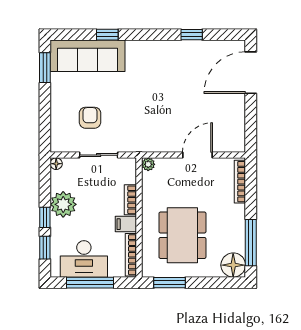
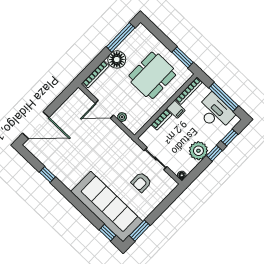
window: (107, 35) -> (108, 233), moved
sofa: (88, 56) -> (107, 207), width x1.36, depth x1.27
plant: (148, 164) -> (122, 117), moved
floor lamp: (233, 265) -> (117, 59), moved

